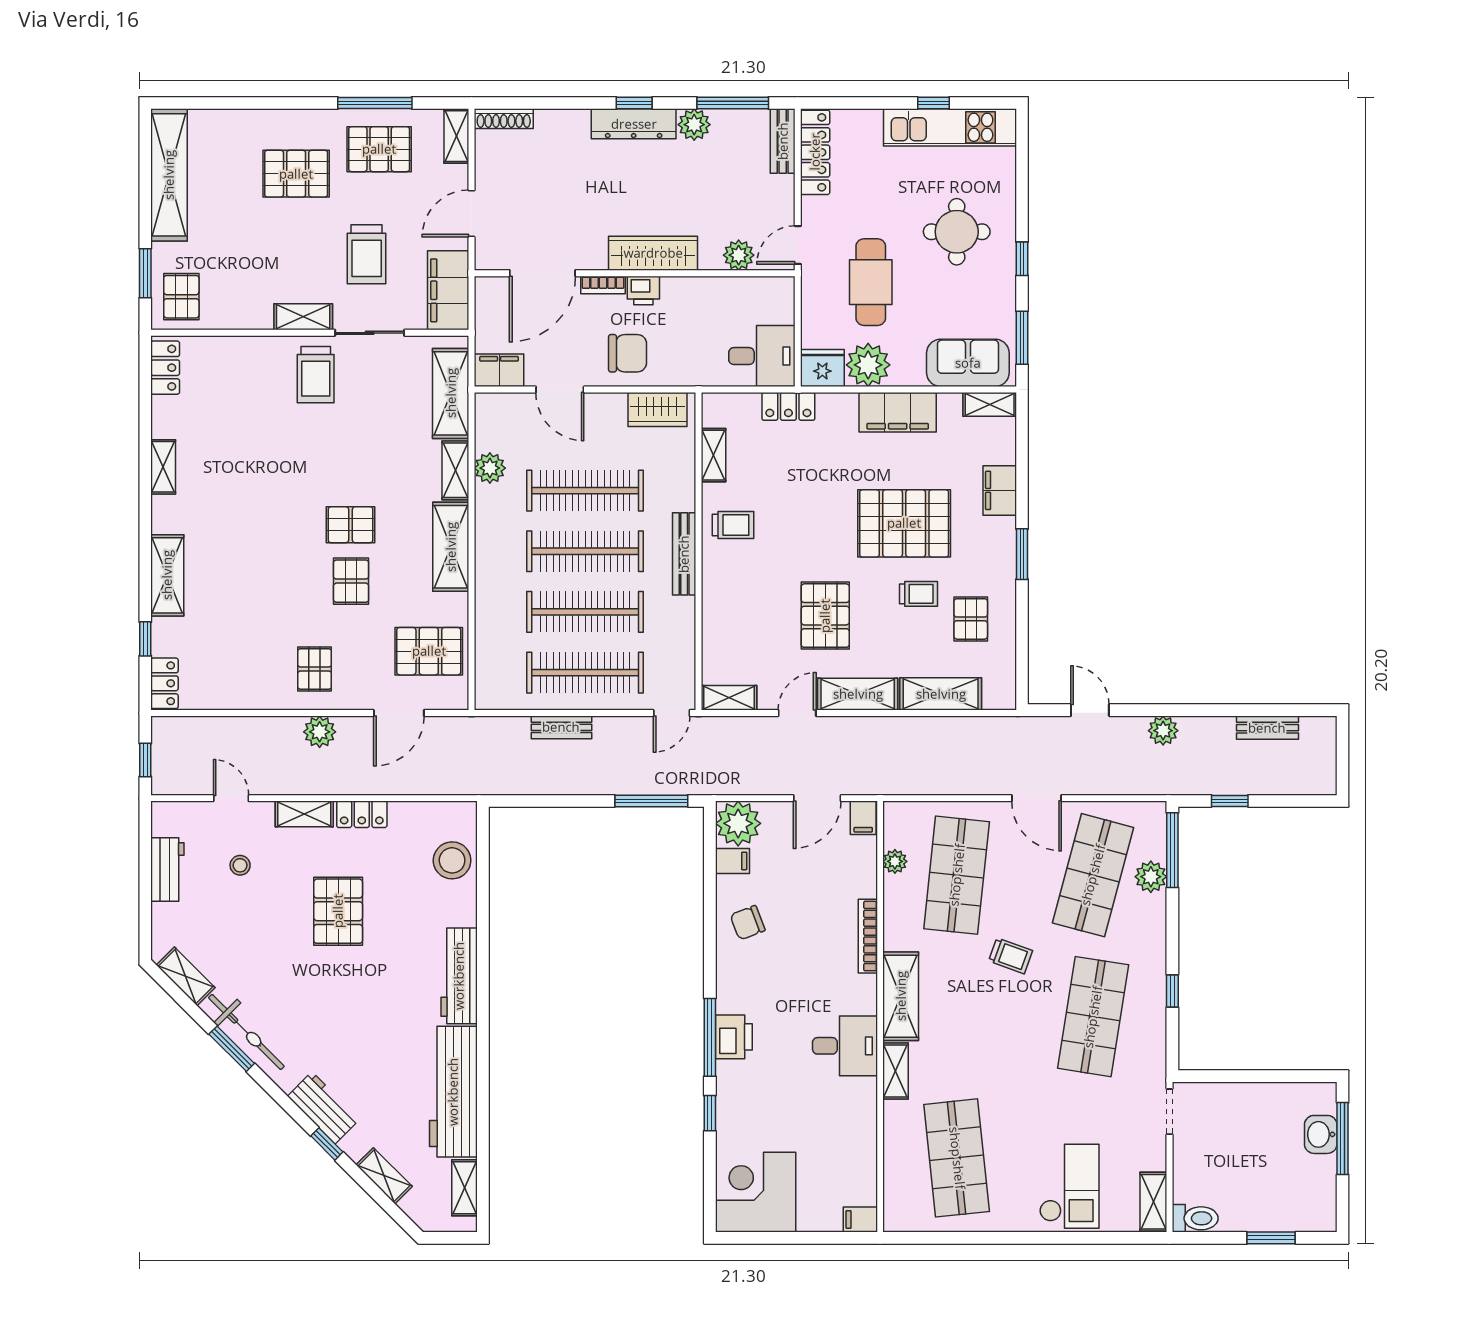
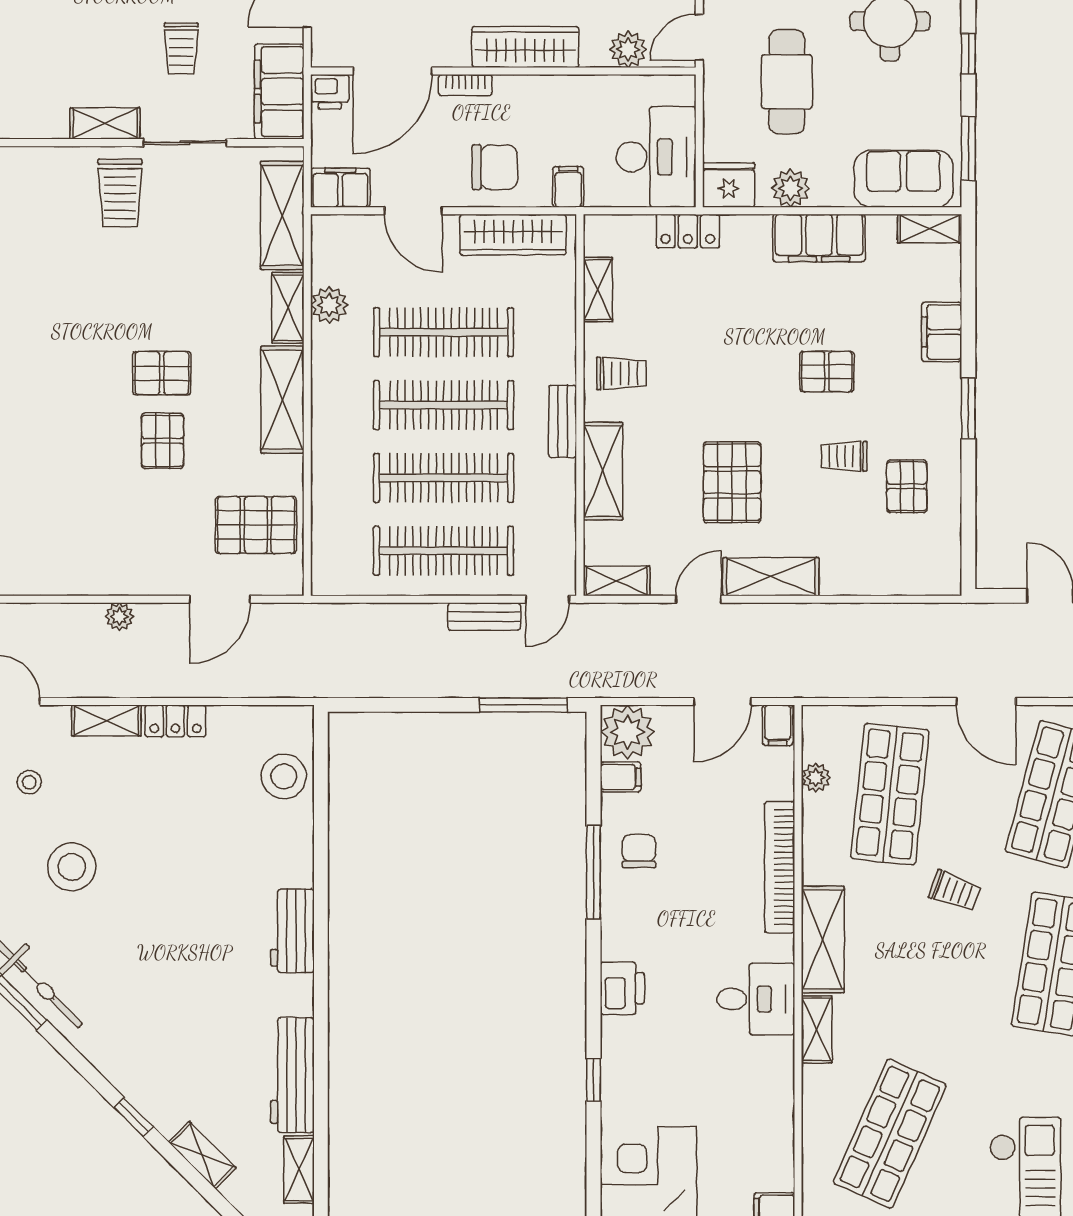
trolley: (367, 254) -> (181, 48), width x0.73, depth x0.72
printer: (643, 290) -> (330, 92), moved
desk: (762, 356) -> (656, 157), width x1.37
plant: (868, 365) -> (791, 188), width x0.73, depth x0.73
filing cabinet: (689, 370) -> (568, 187), added
wardrobe: (658, 409) -> (513, 235), width x1.50
pallet: (904, 523) -> (827, 372), width x0.49, depth x0.50
bench: (684, 554) -> (563, 421), width x0.73
trolley: (918, 594) -> (844, 456), turned 180
pallet: (315, 669) -> (119, 546), removed
shelving: (941, 694) -> (603, 471), moved, turned 90
bench: (561, 727) -> (484, 617), moved
plant: (320, 732) -> (120, 617), width x0.73, depth x0.73
pallet: (338, 911) -> (147, 837), removed
chair: (748, 923) -> (639, 851), turned 111
stool: (275, 936) -> (72, 867), added
bookcase: (868, 936) -> (780, 867), width x1.48, depth x1.31
workbench: (459, 976) -> (292, 931), width x0.73
window: (710, 1037) -> (594, 872), moved
workbench: (453, 1092) -> (292, 1075), width x0.73, depth x0.76
workbench: (324, 1108) -> (130, 1074), removed
shop shelf: (957, 1158) -> (890, 1134), turned 30

